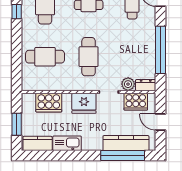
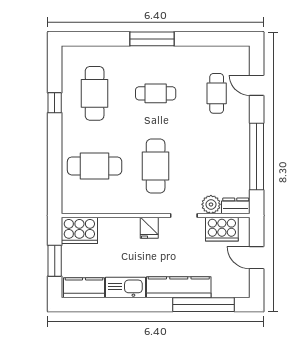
cooker: (49, 103) -> (79, 230), moved
fridge: (84, 103) -> (149, 228), width x0.53, depth x0.75
kitchen counter: (126, 143) -> (179, 287), moved

